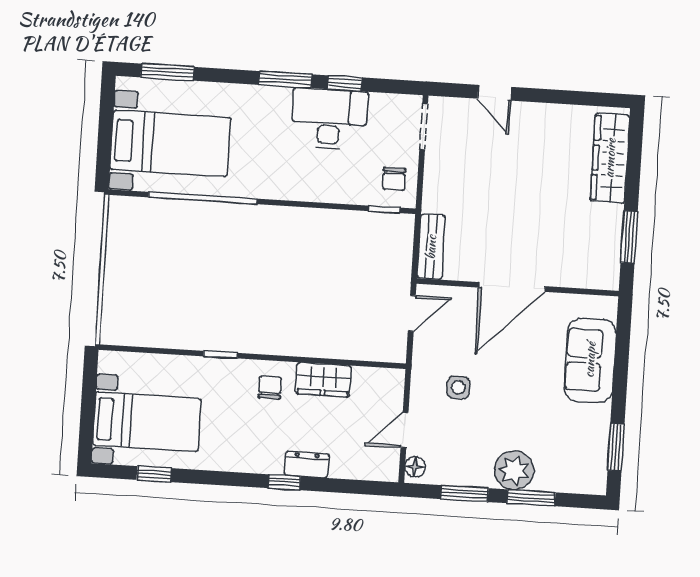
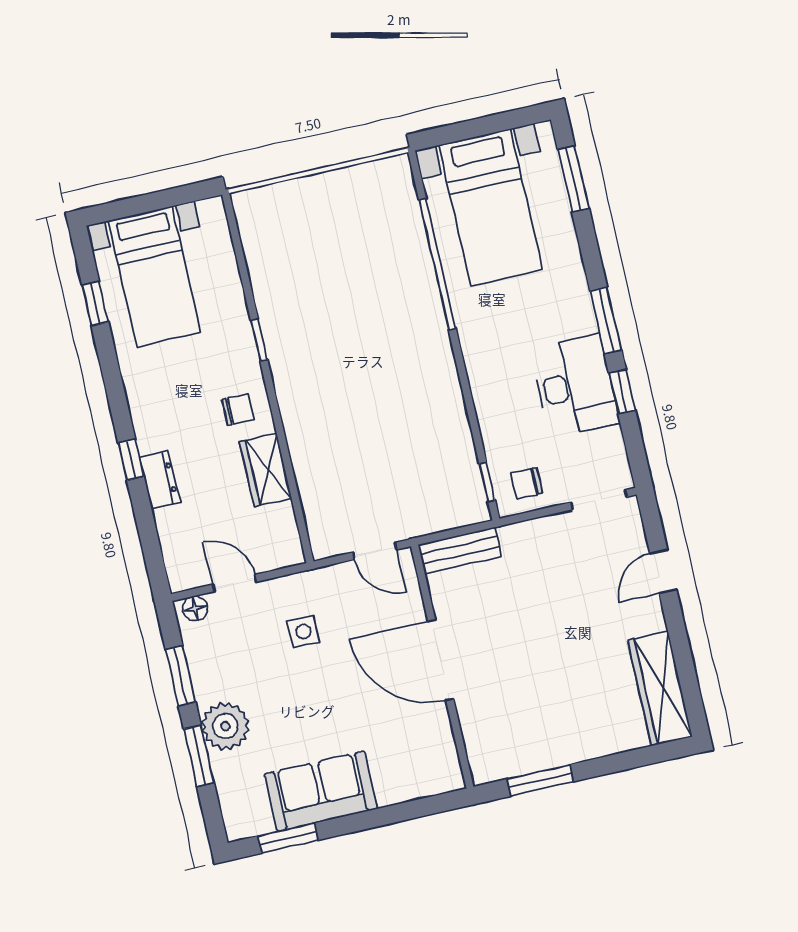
wardrobe: (610, 158) -> (660, 689), moved, turned -90
sofa: (590, 360) -> (321, 791), moved

